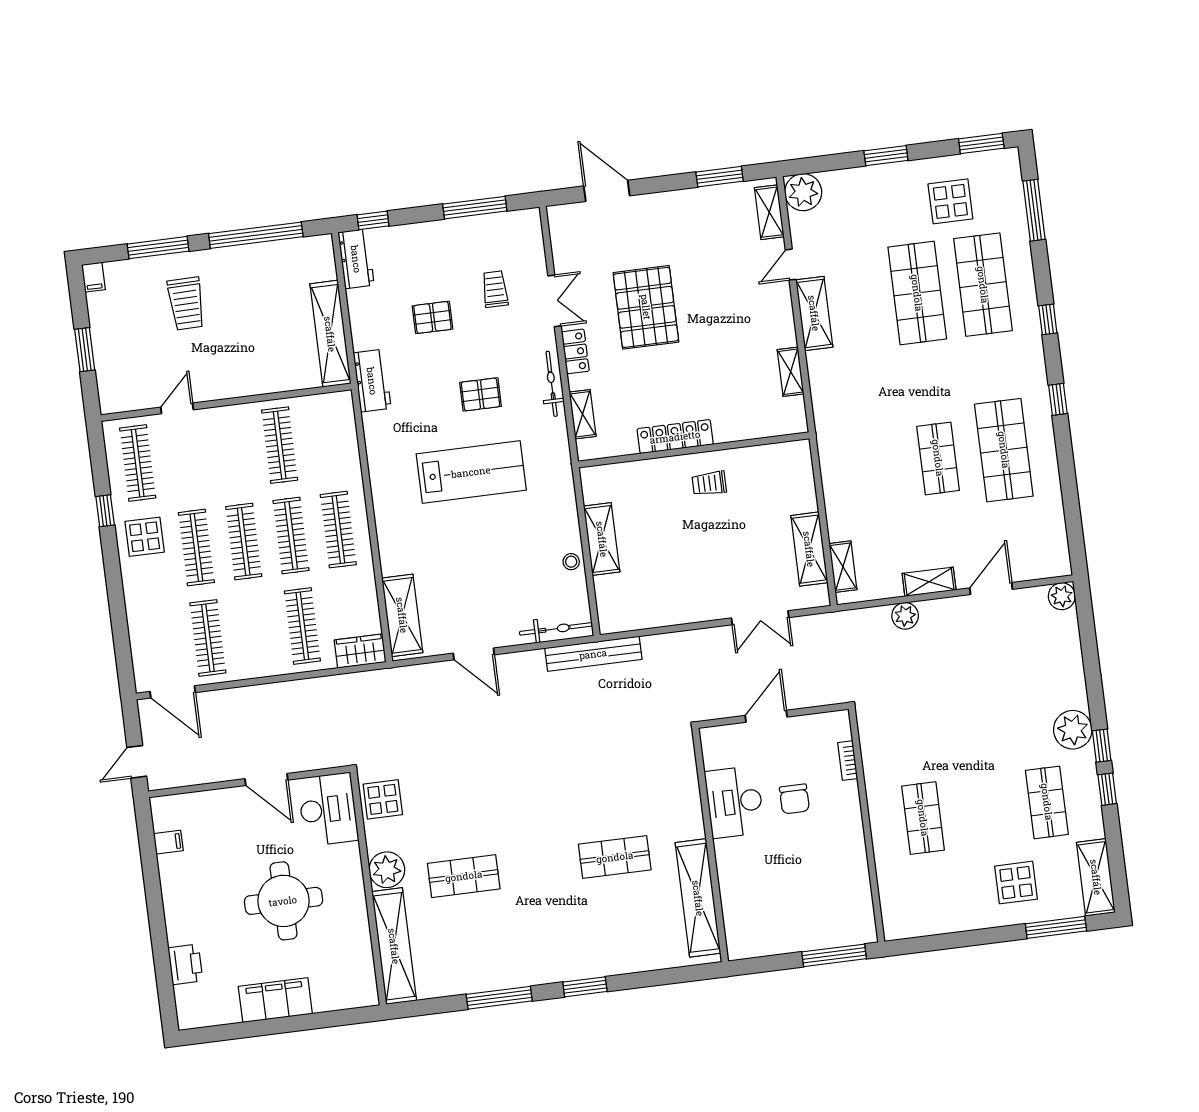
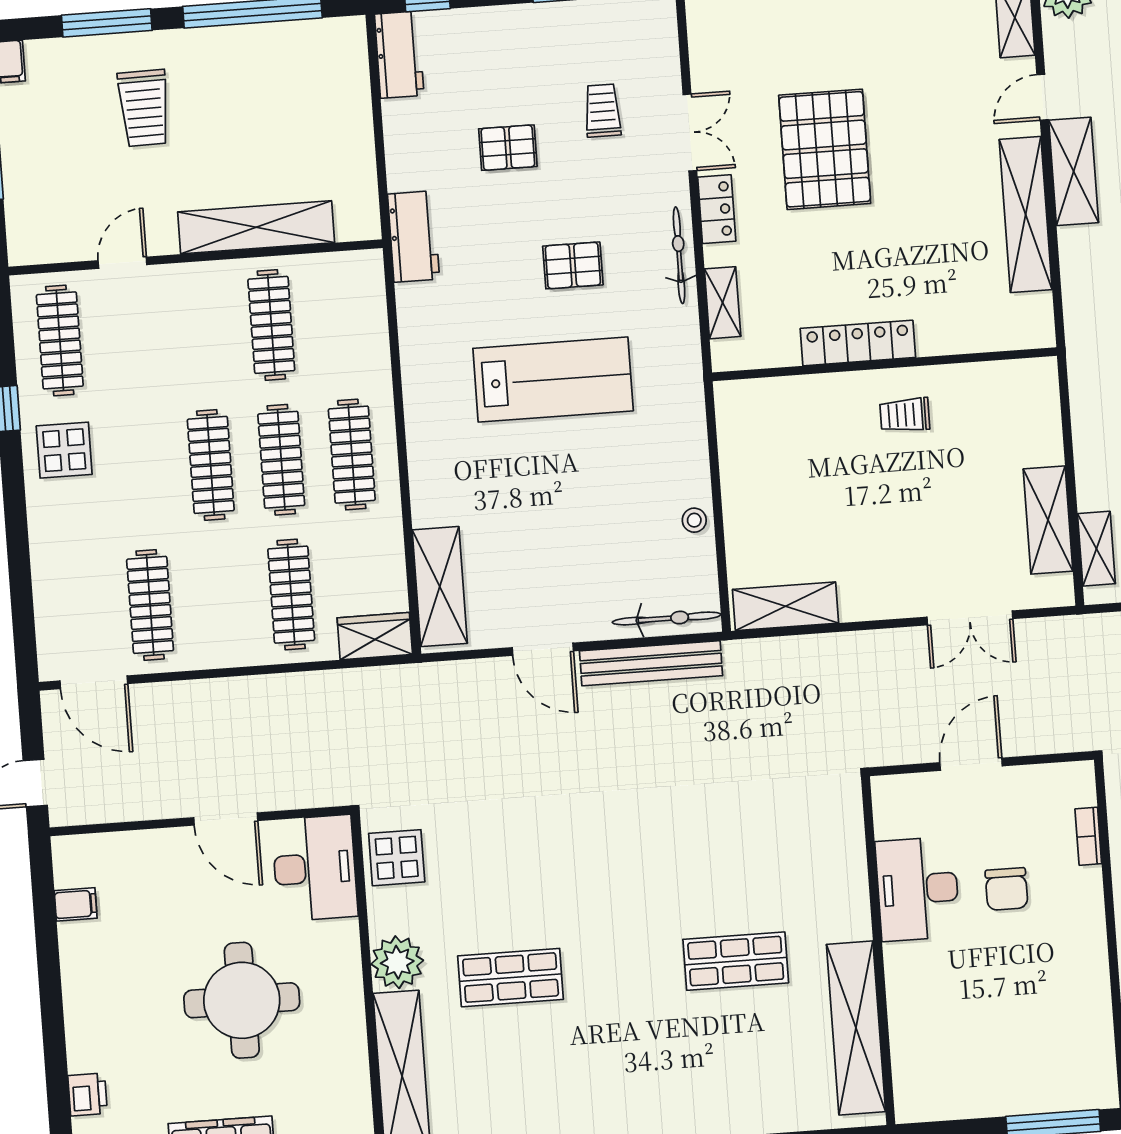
shelving: (330, 334) -> (256, 227), moved, turned 90
shelving: (791, 372) -> (1026, 215), width x2.20, depth x1.33
shelving: (602, 539) -> (786, 606), moved, turned 90
clothes rail: (196, 547) -> (140, 470), removed
bench: (593, 654) -> (651, 663), moved
printer: (185, 964) -> (88, 1094), width x0.73, depth x0.81

